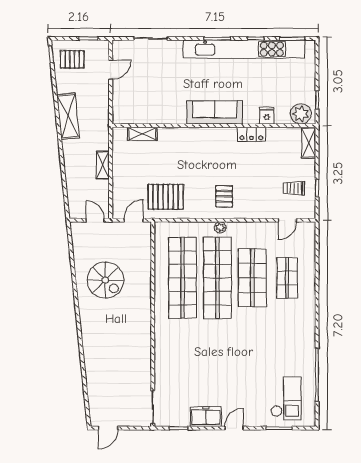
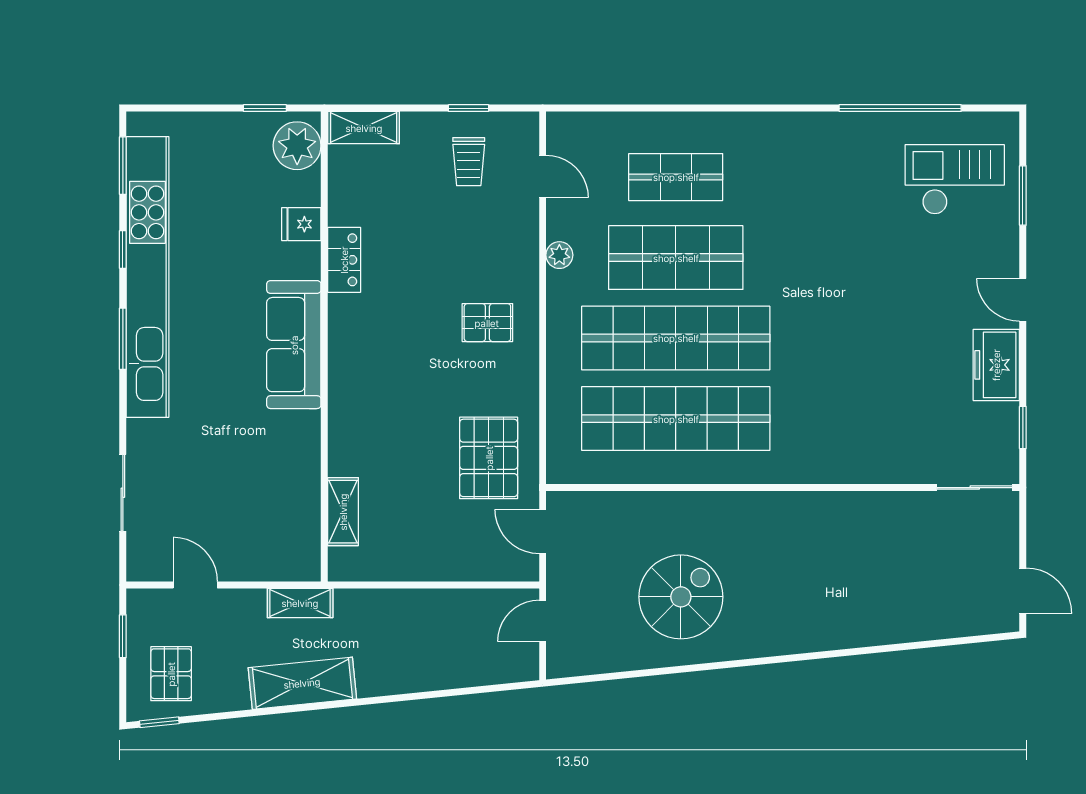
shelving: (103, 165) -> (300, 603), moved
plant: (220, 227) -> (559, 255), moved

